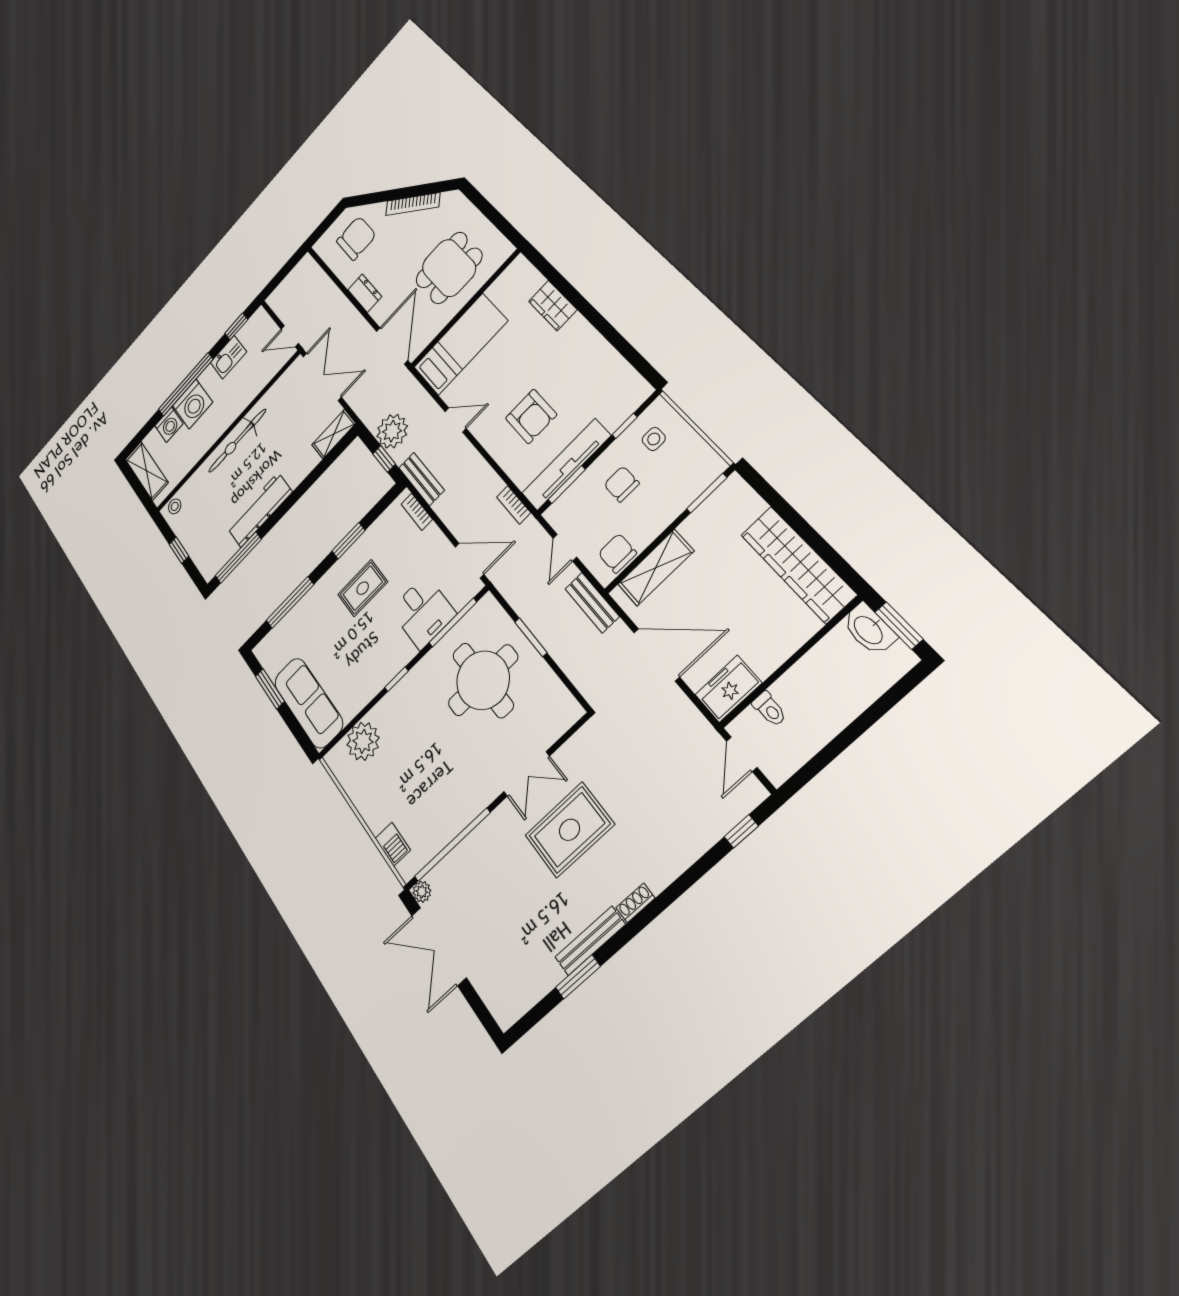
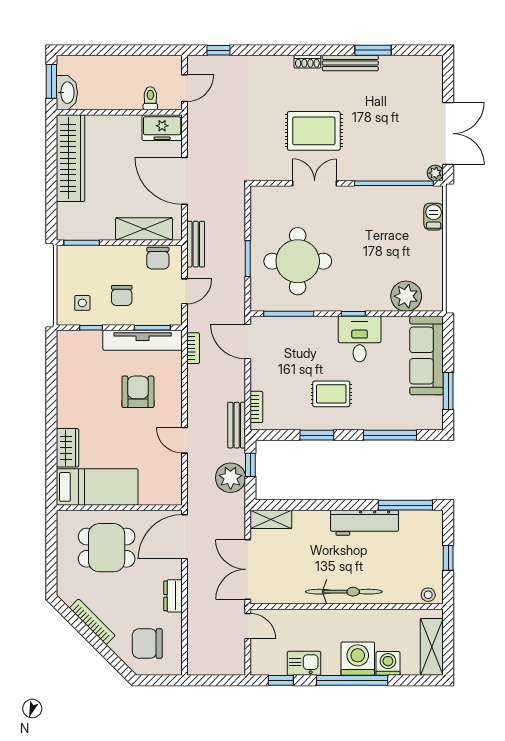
bed: (460, 344) -> (97, 487), moved, turned 180
desk: (423, 612) -> (360, 339), moved

